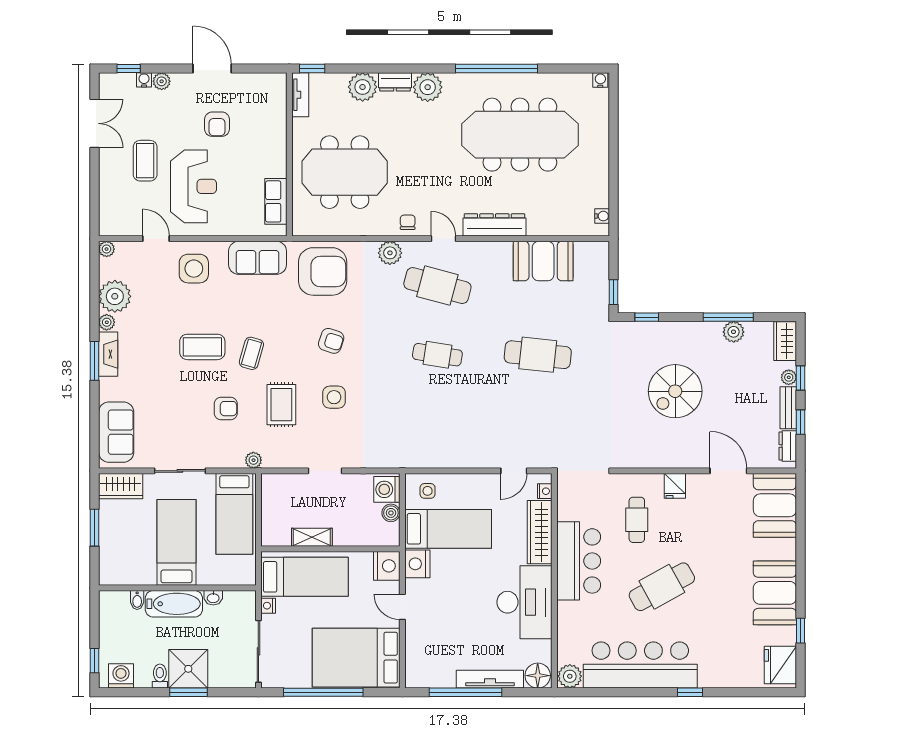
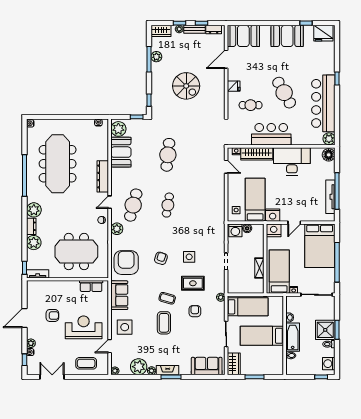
coffee table: (145, 161) -> (86, 363), moved
meeting table: (345, 172) -> (76, 252), turned 90
plant: (589, 256) -> (118, 129), added
tv unit: (490, 679) -> (330, 197), moved

